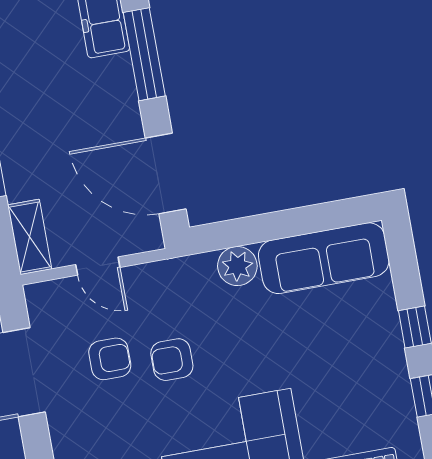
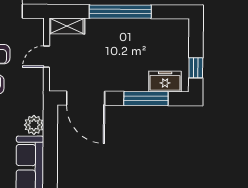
door: (166, 173) -> (86, 98), swing flipped

